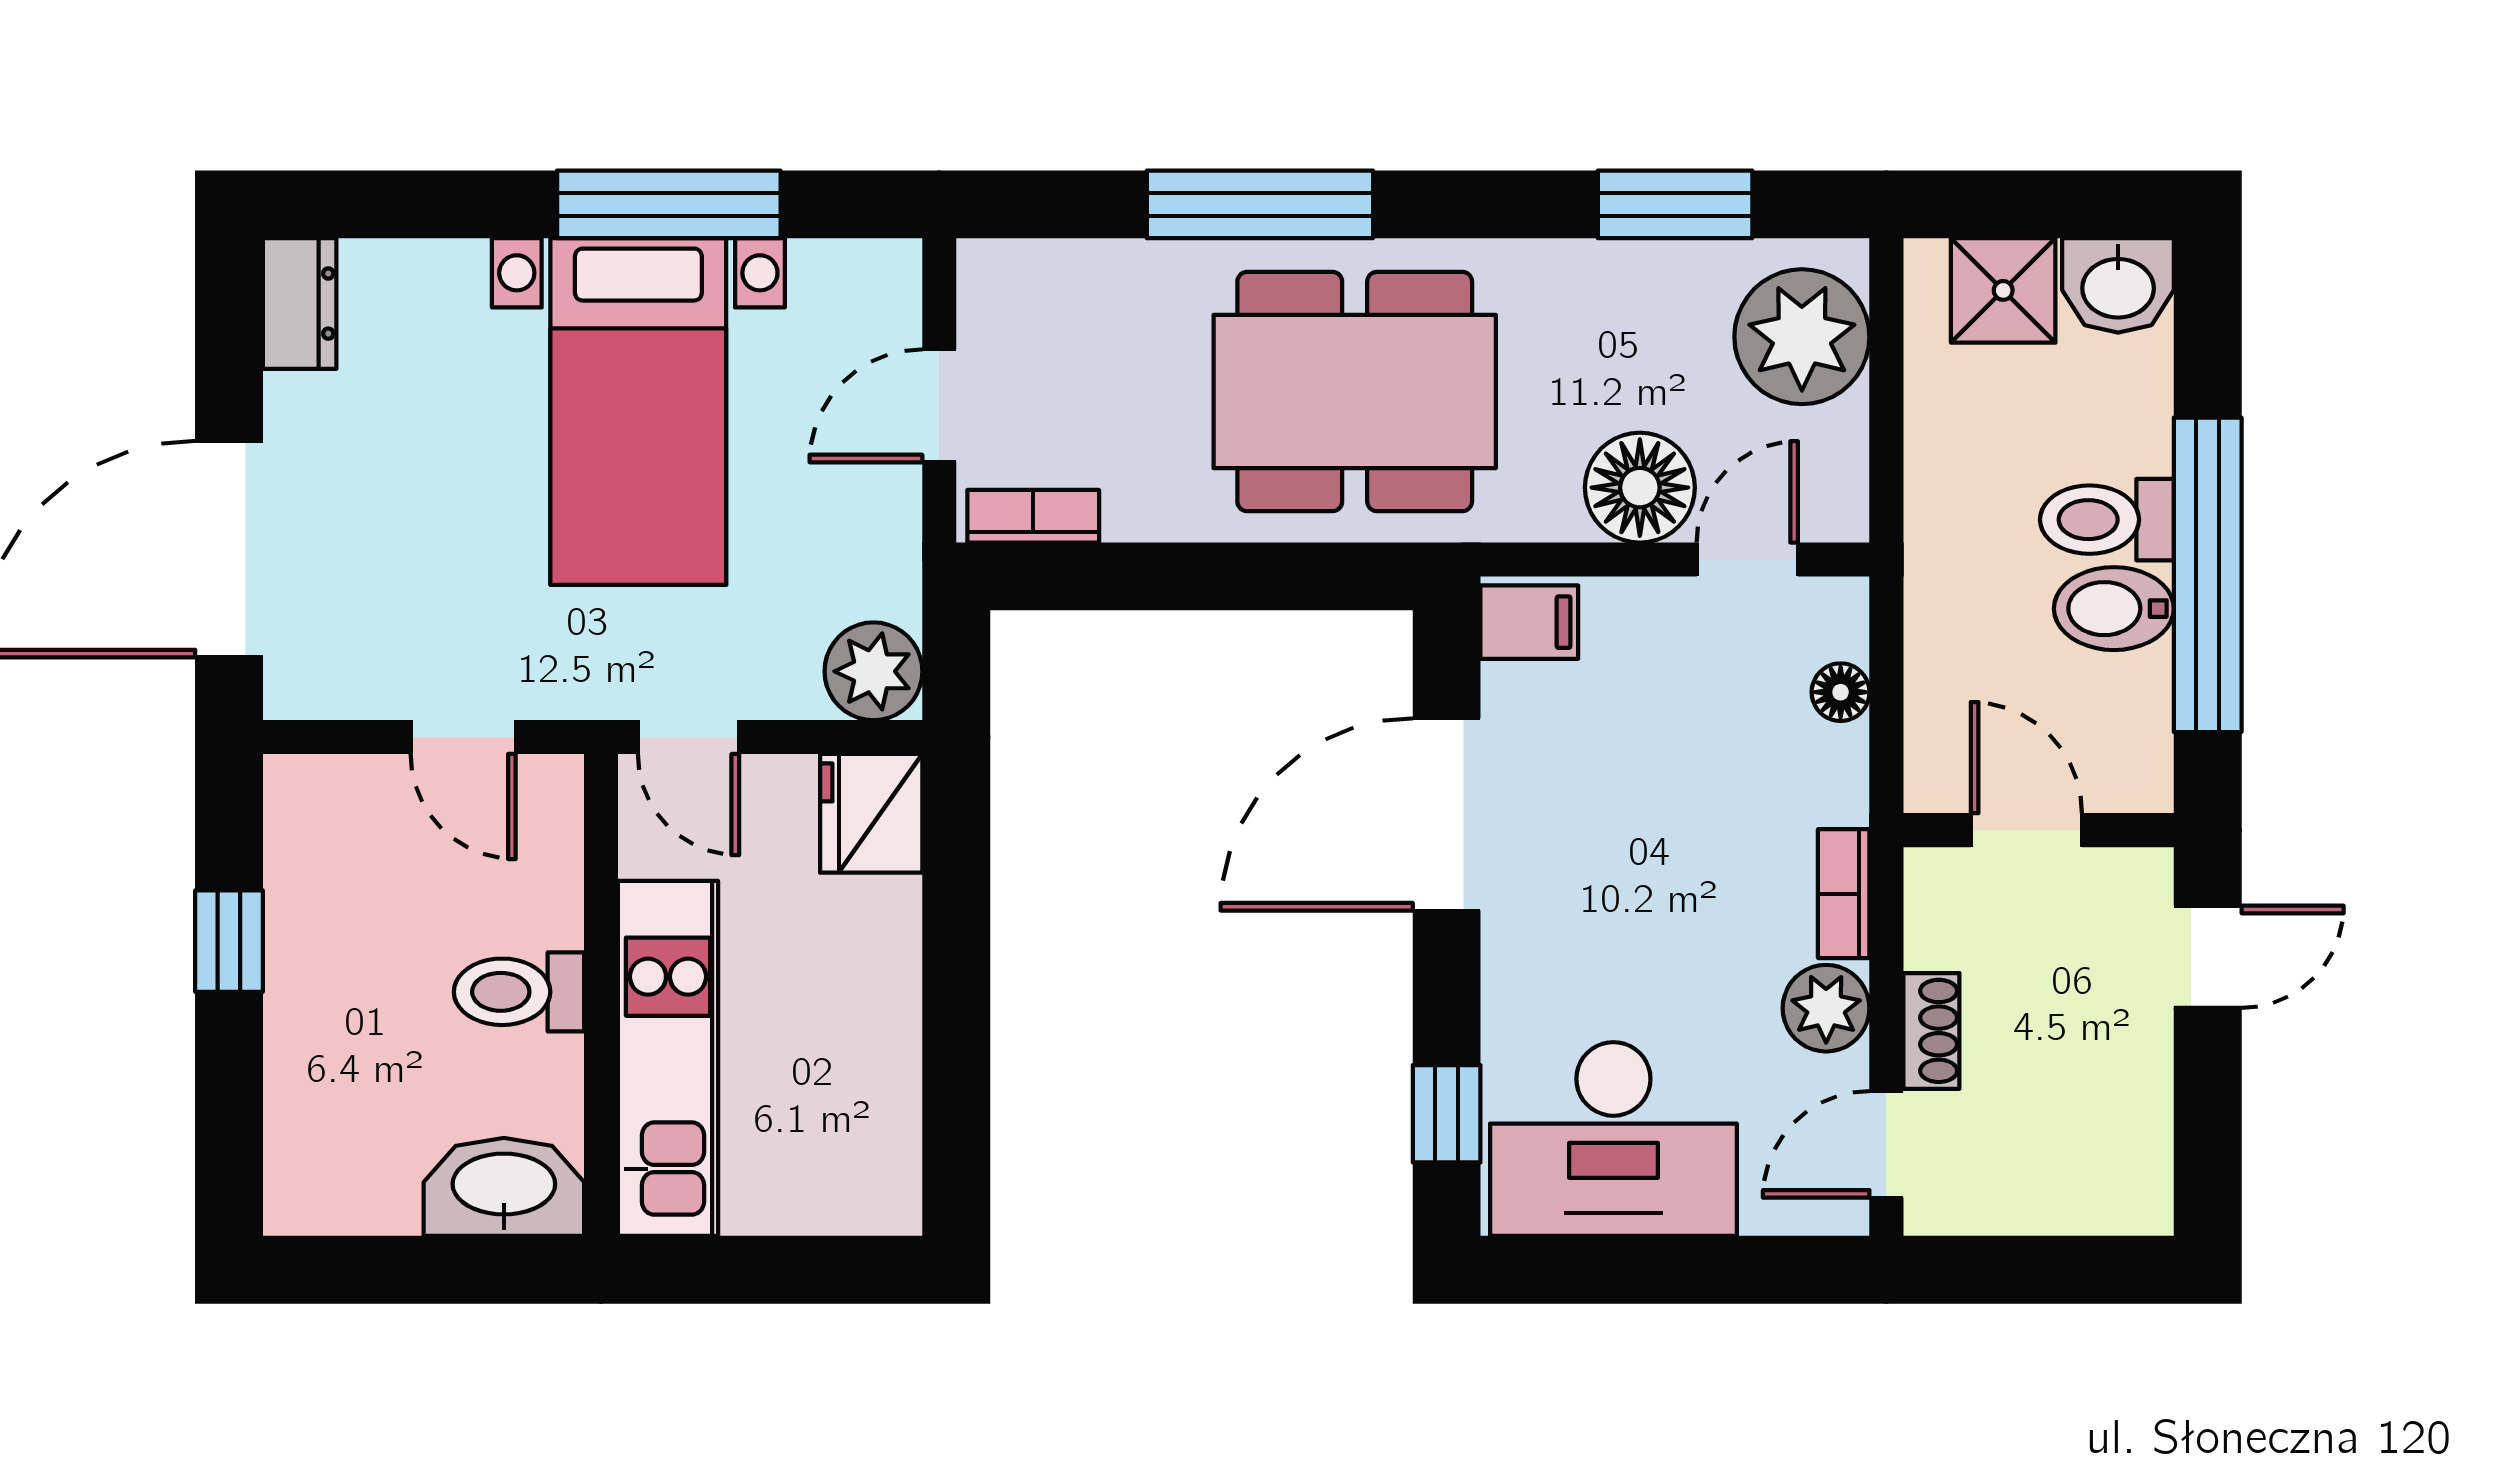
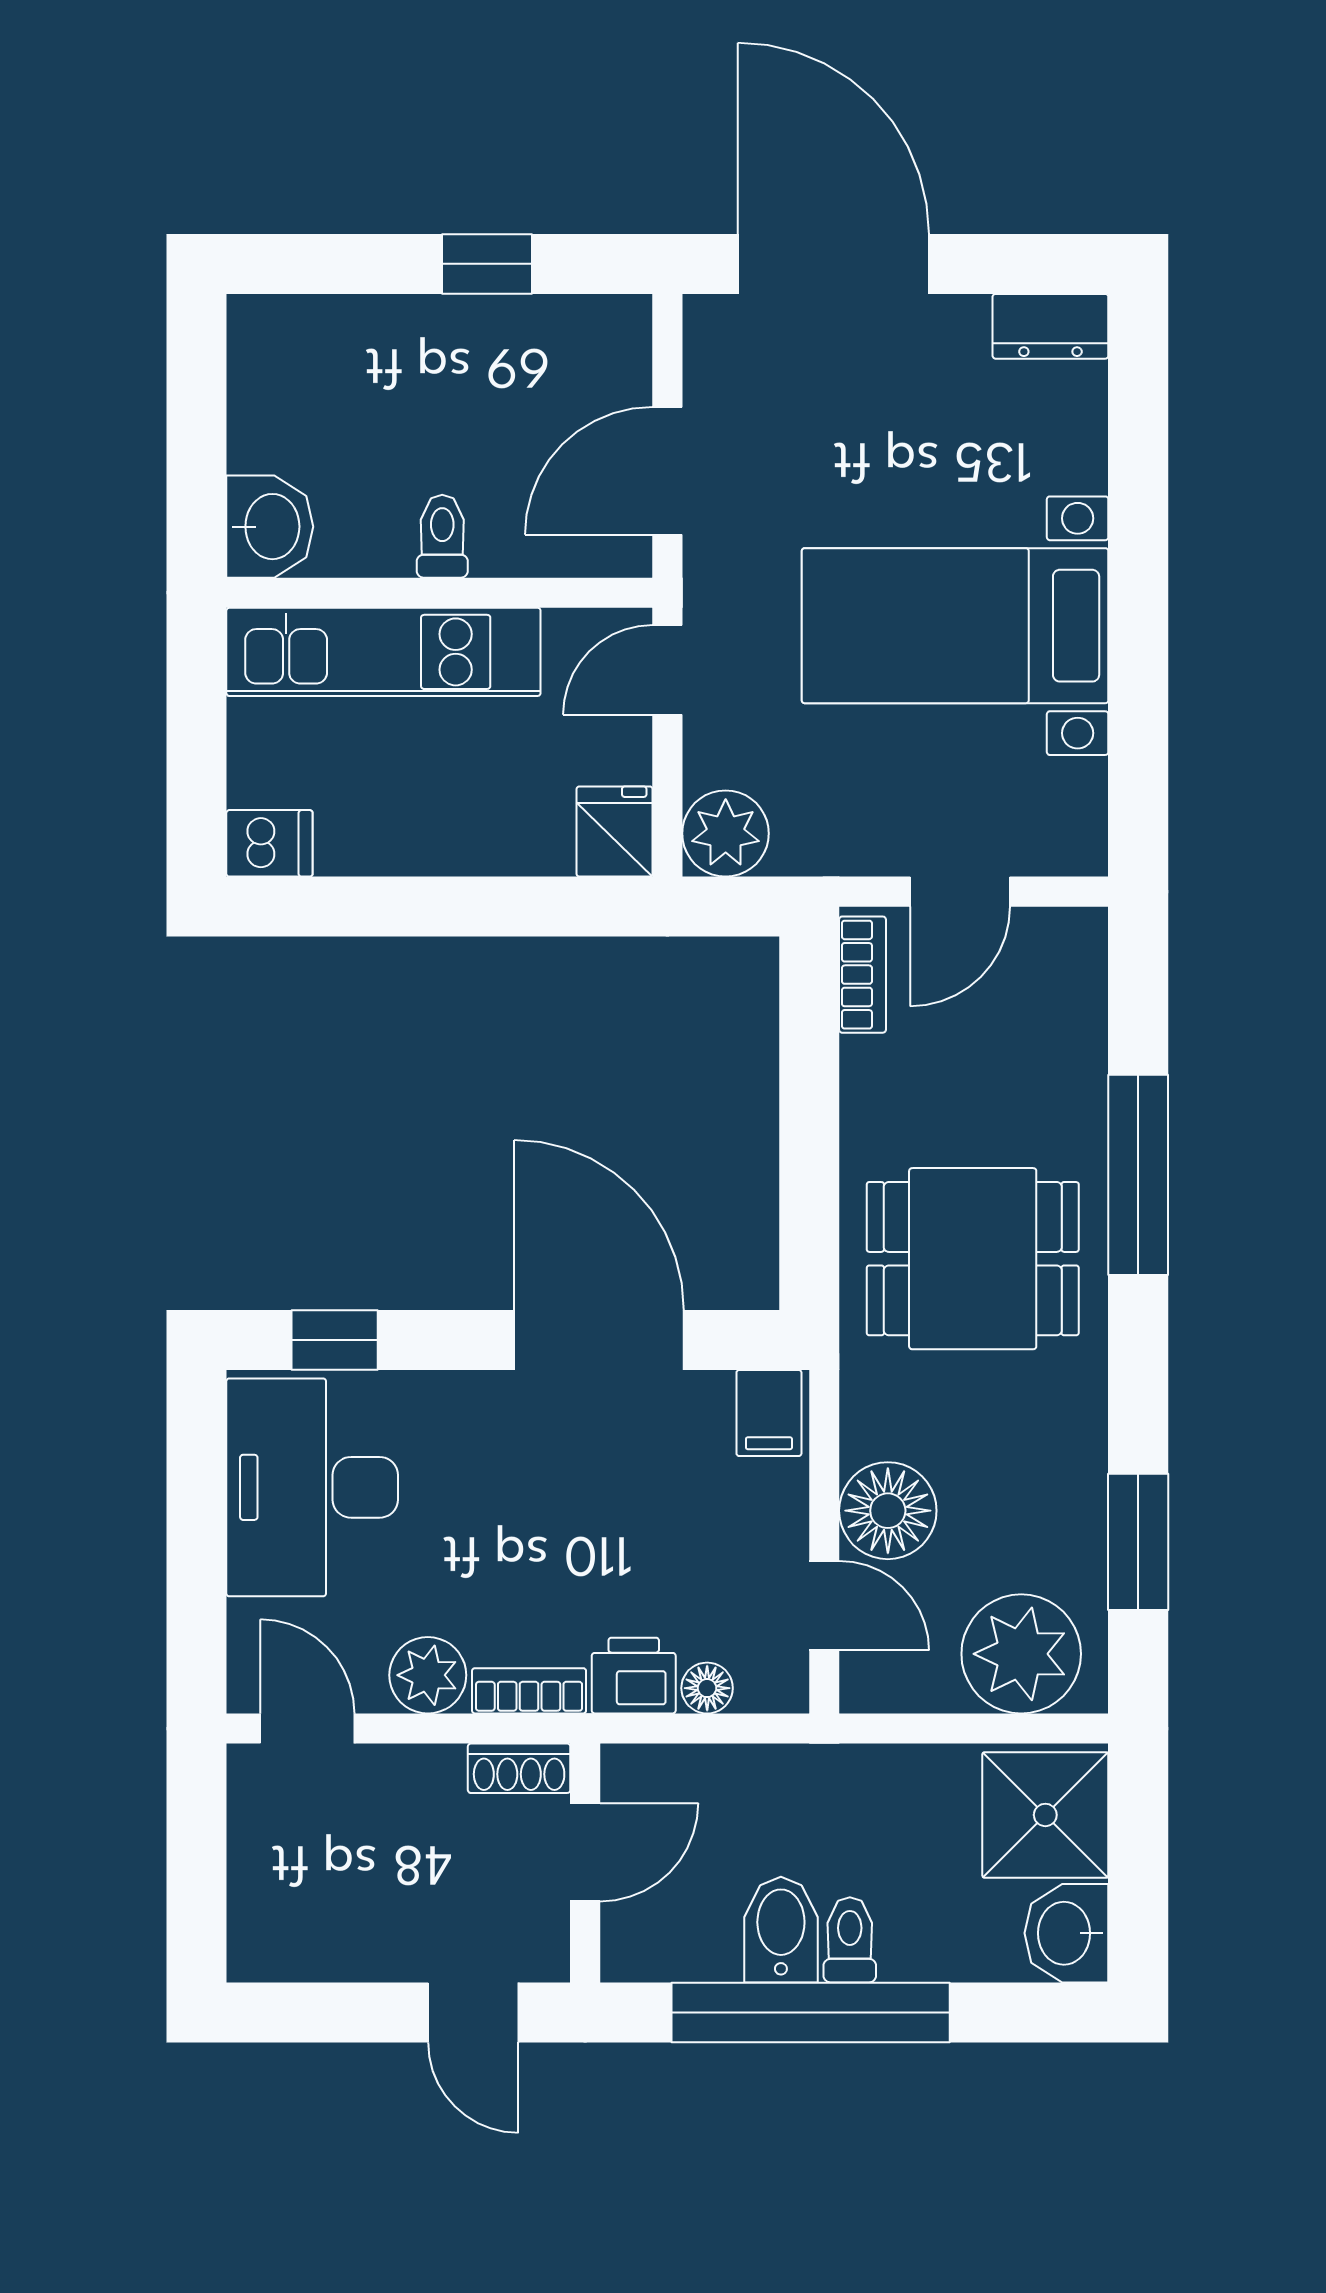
window: (669, 204) -> (1138, 653), removed
shower: (2003, 290) -> (1045, 1815), width x1.36, depth x1.36
dining table: (1355, 392) -> (973, 1259), width x0.73
door: (939, 406) -> (960, 892), swing flipped
toilet: (2107, 520) -> (850, 1940), width x0.73, depth x0.72
door: (463, 737) -> (667, 471), width x1.38
printer: (1826, 775) -> (634, 1676), added
fridge: (871, 813) -> (615, 831), width x0.72
toilet: (519, 992) -> (442, 536), width x0.73, depth x0.72
shoe rack: (1931, 1031) -> (519, 1768), moved
washbasin: (504, 1187) -> (270, 527), width x0.72
dishwasher: (885, 1187) -> (269, 843), added

